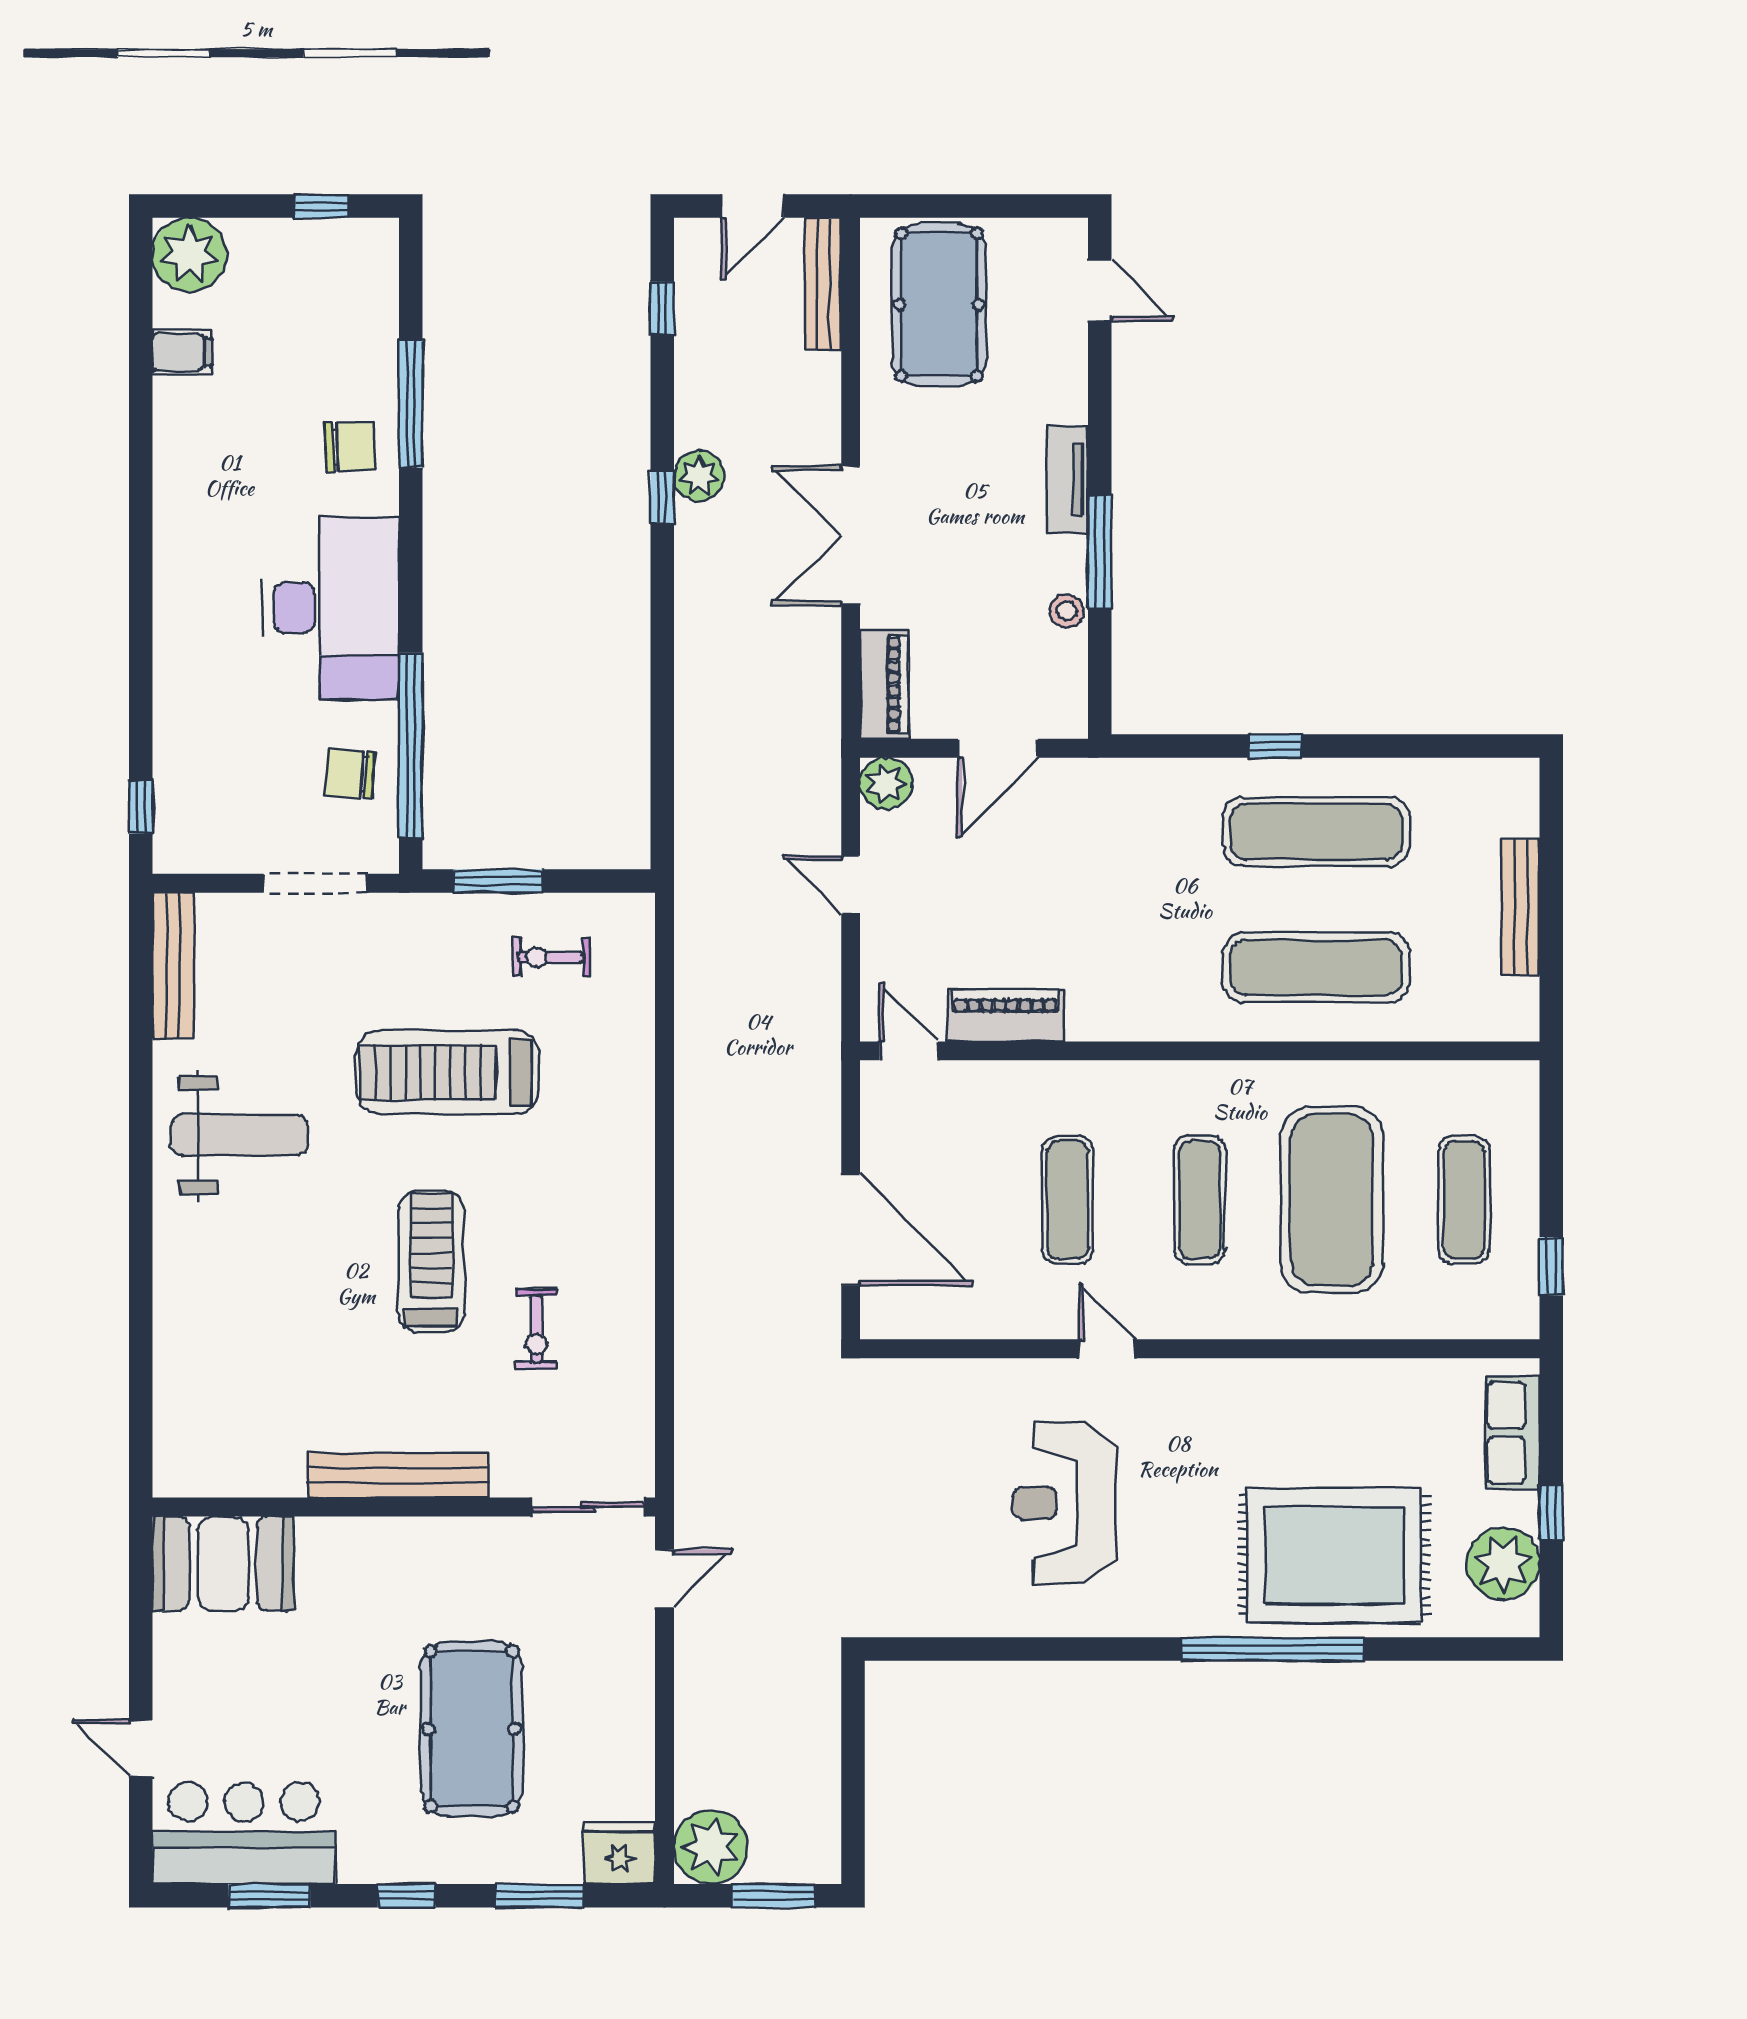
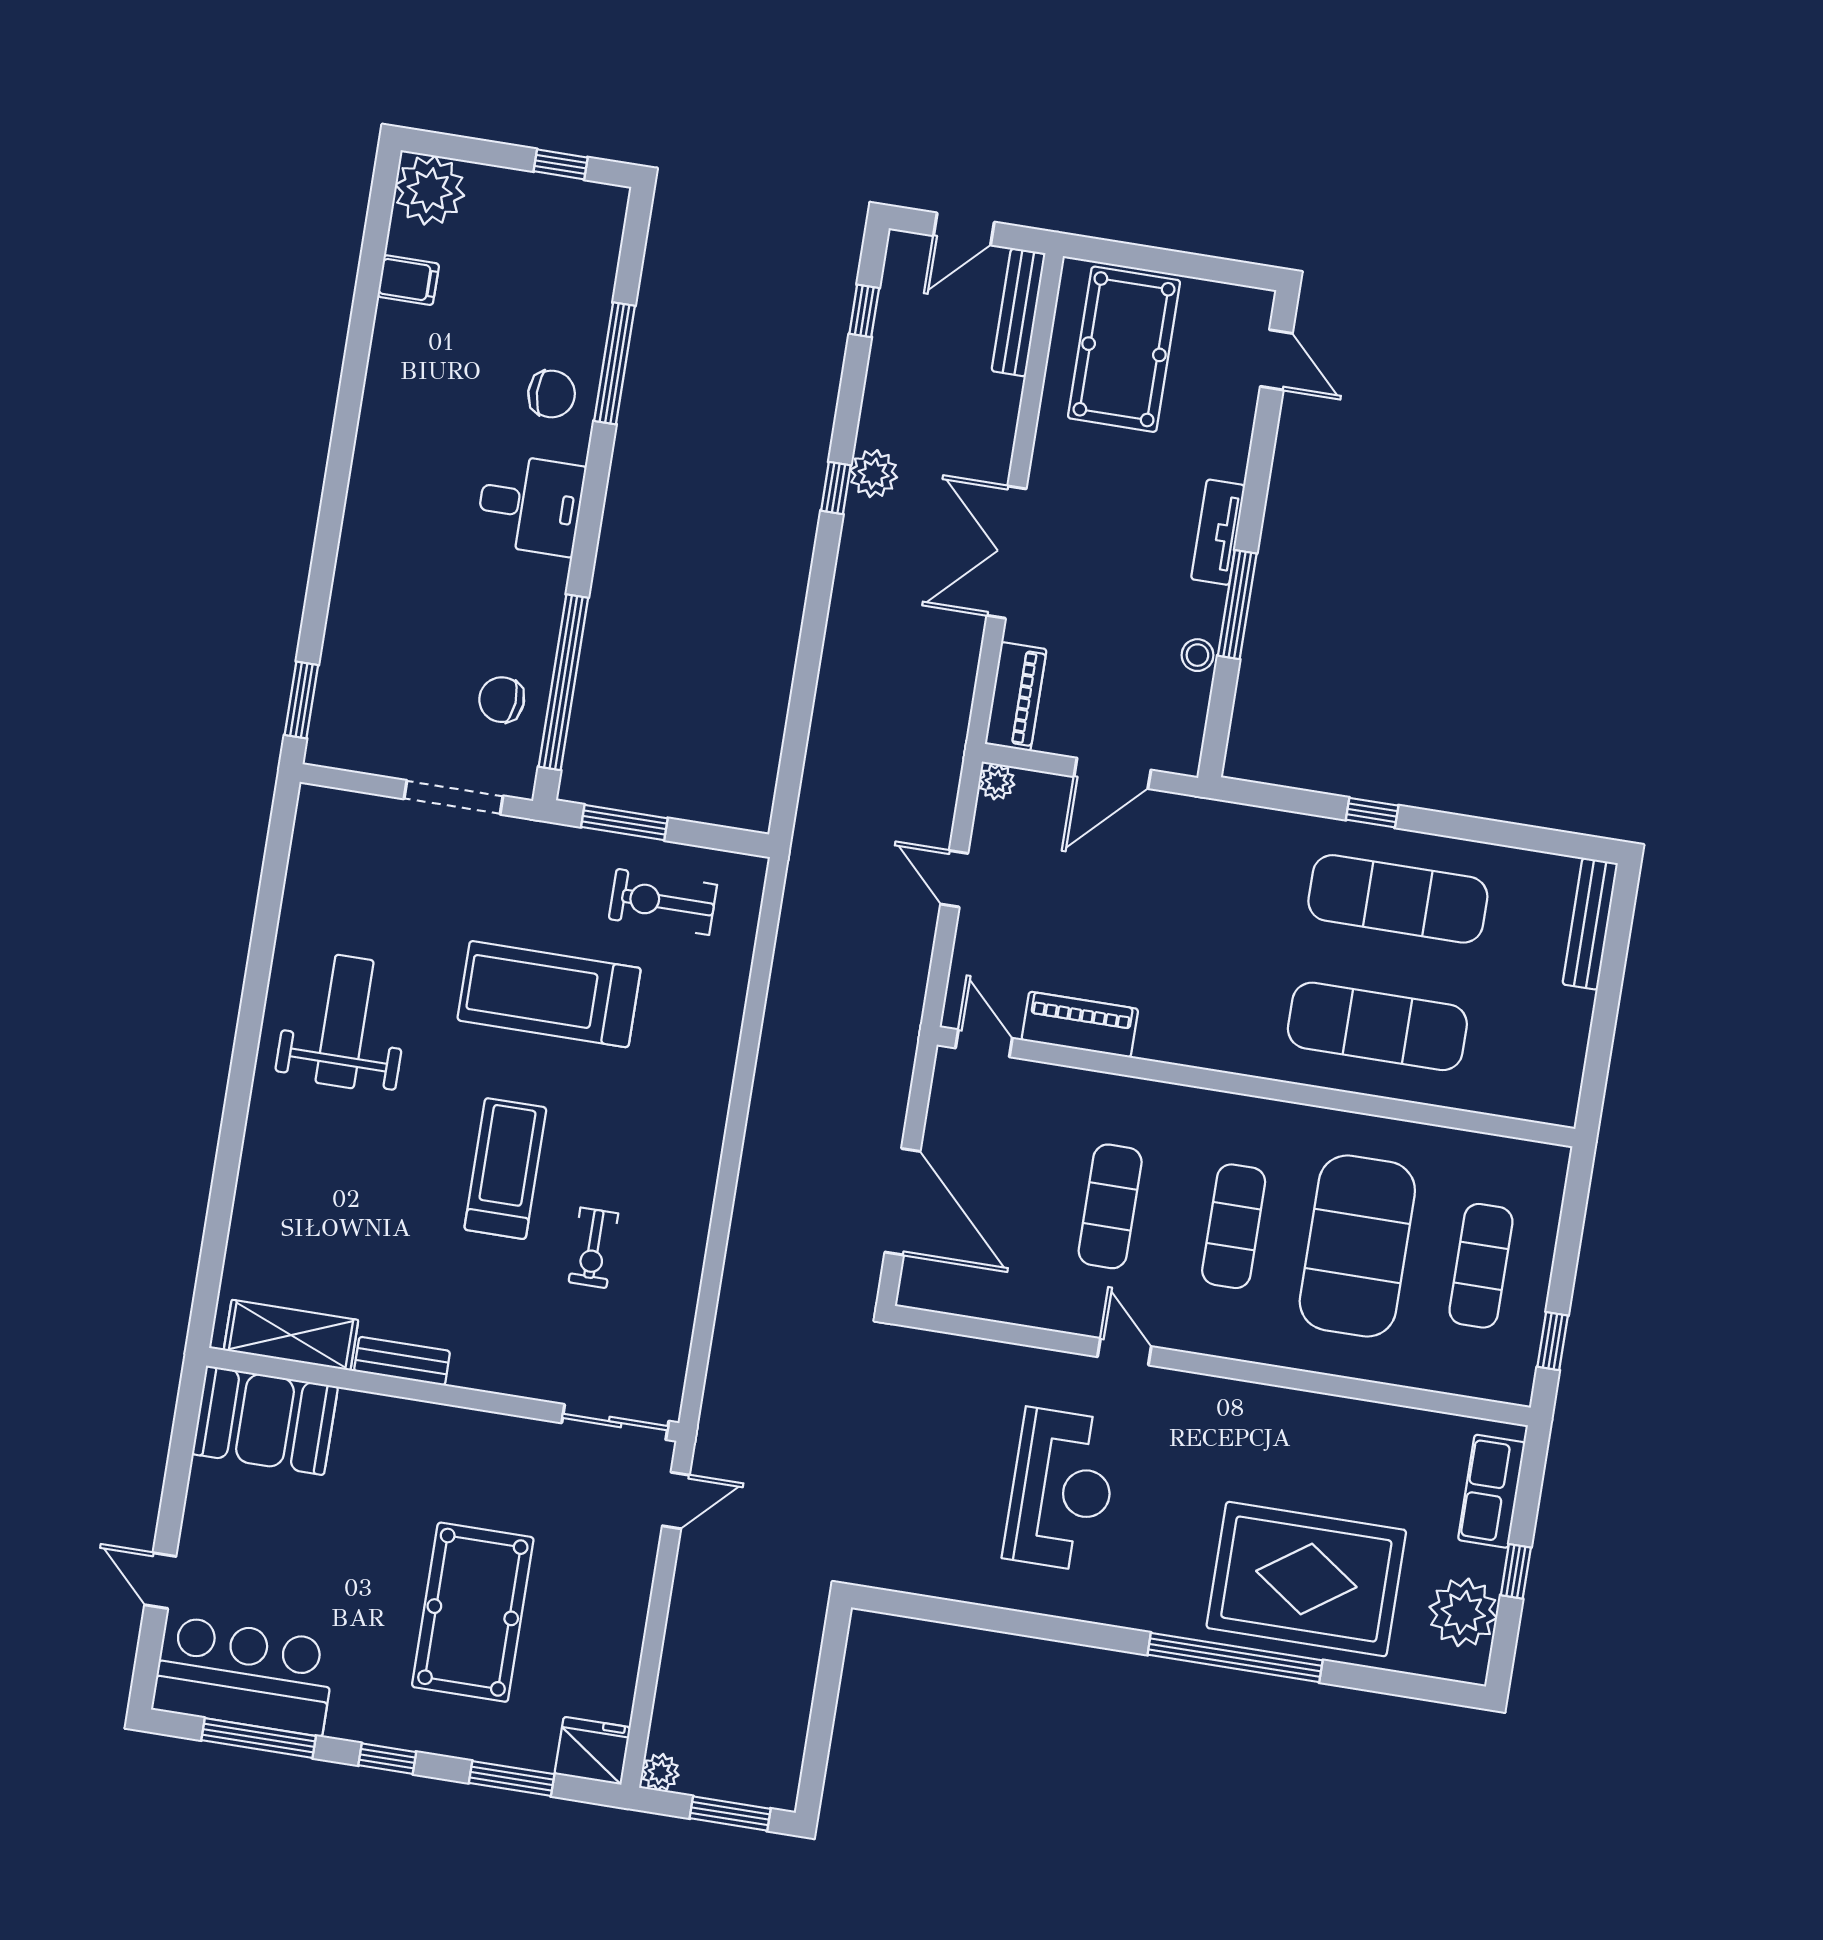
desk: (331, 608) -> (530, 505), width x0.53, depth x0.77
plant: (886, 784) -> (997, 782), width x0.73, depth x0.73
window: (141, 807) -> (301, 700), width x1.50
bench: (1521, 907) -> (1590, 924), moved
exercise bike: (551, 957) -> (663, 902), width x1.38, depth x1.39
bench: (173, 966) -> (308, 853), removed
weight bench: (239, 1135) -> (345, 1022), turned -90
shelving: (236, 1471) -> (291, 1335), added
bench: (398, 1475) -> (402, 1361), width x0.54, depth x0.82
reception desk: (1064, 1503) -> (1061, 1490), turned 180
plant: (711, 1847) -> (660, 1772), width x0.53, depth x0.53
window: (269, 1896) -> (259, 1738), width x1.44

